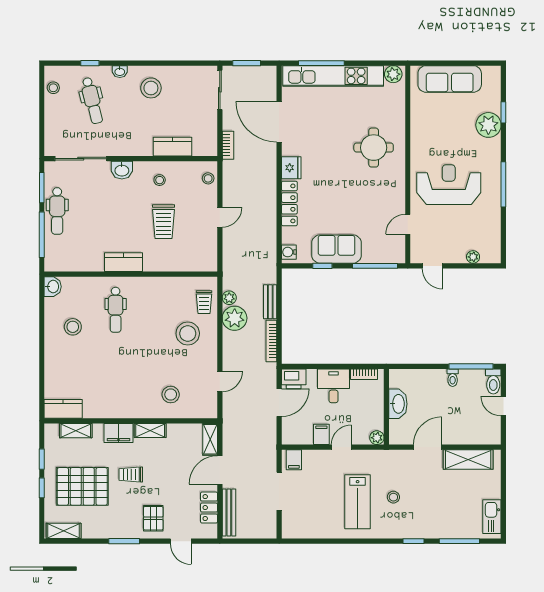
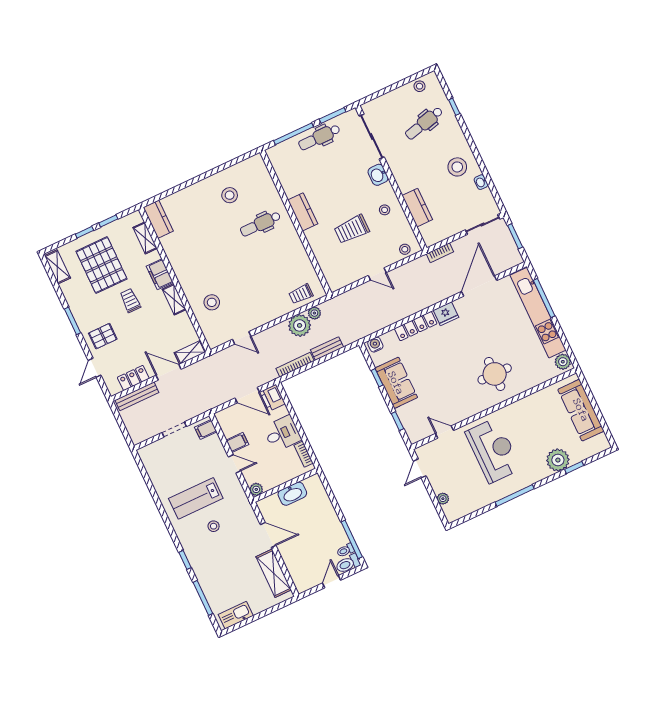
washbasin: (120, 72) -> (481, 182), moved
window: (375, 266) -> (397, 421), width x0.46
washbasin: (53, 287) -> (255, 163), removed
stool: (188, 333) -> (269, 293), removed
toilet: (453, 378) -> (345, 550), moved
doorway: (279, 491) -> (174, 429), width x0.73

